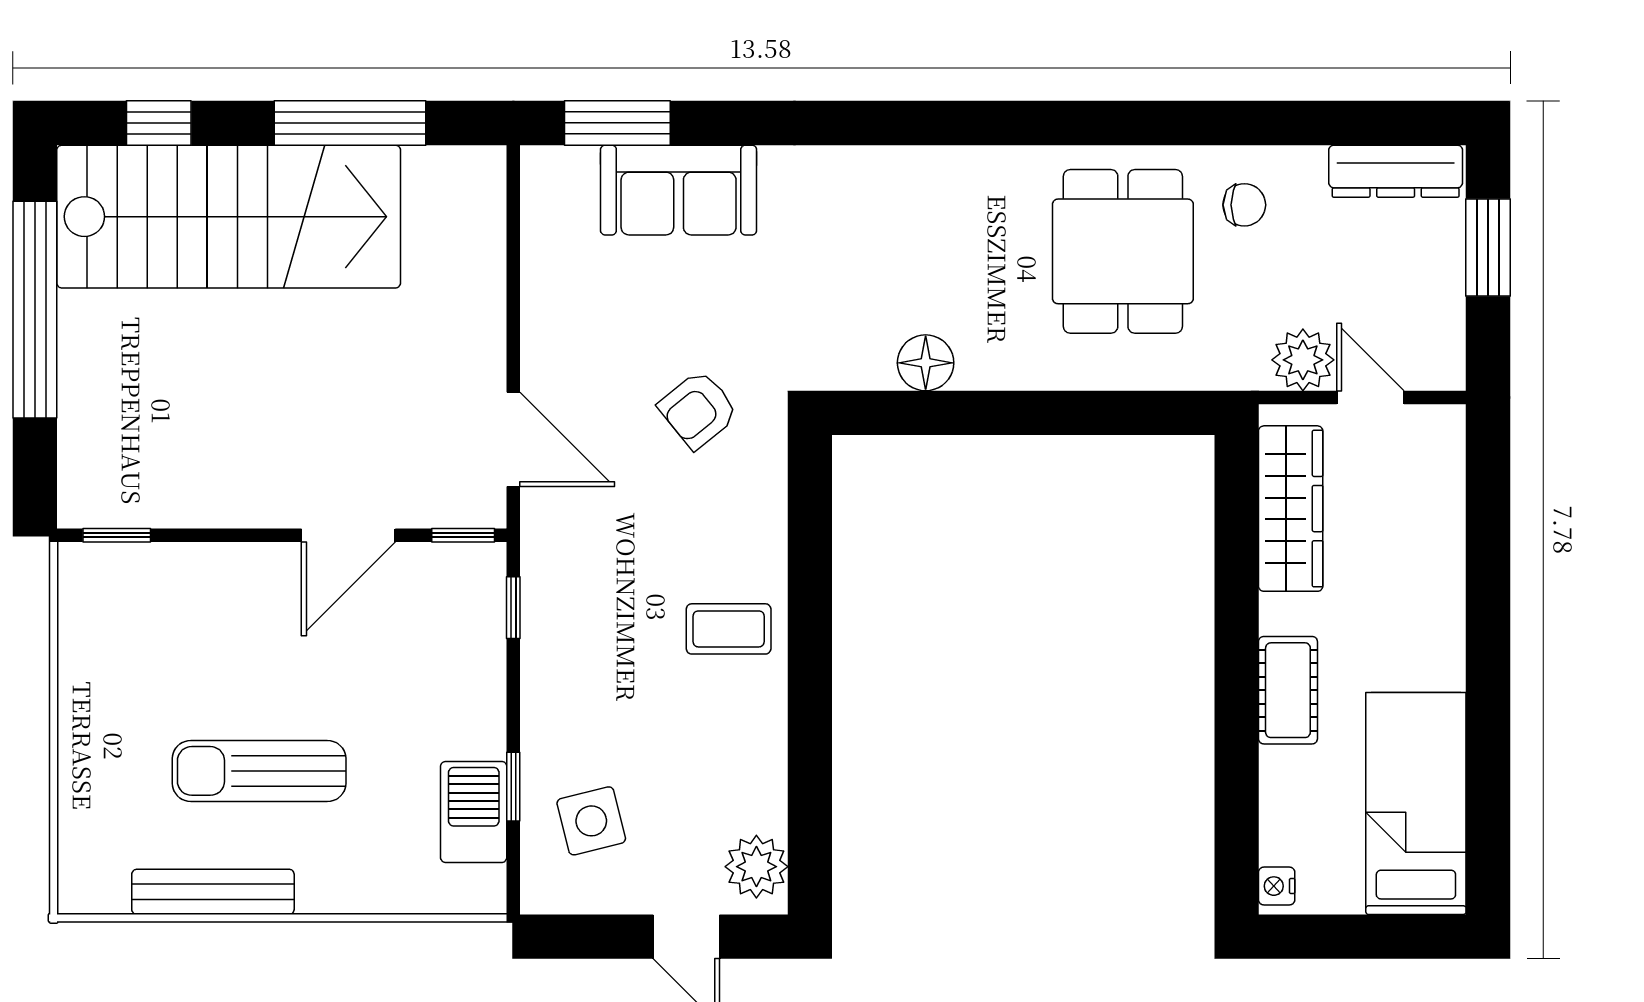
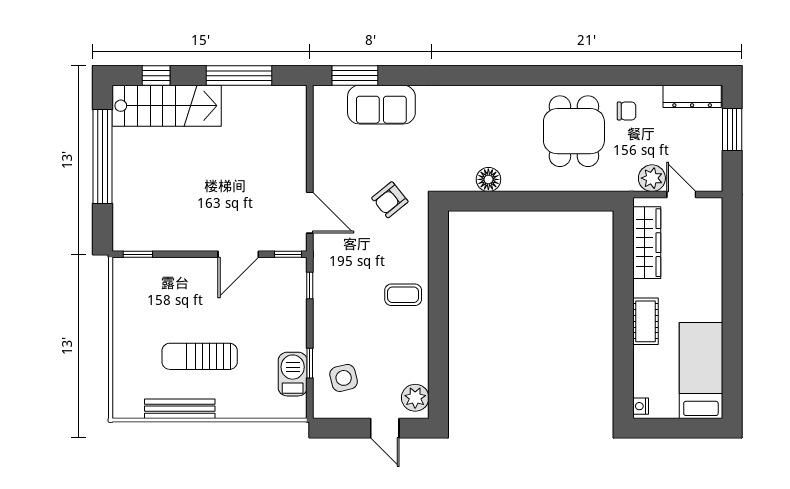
stairs: (229, 217) -> (167, 106), width x0.73, depth x0.66

